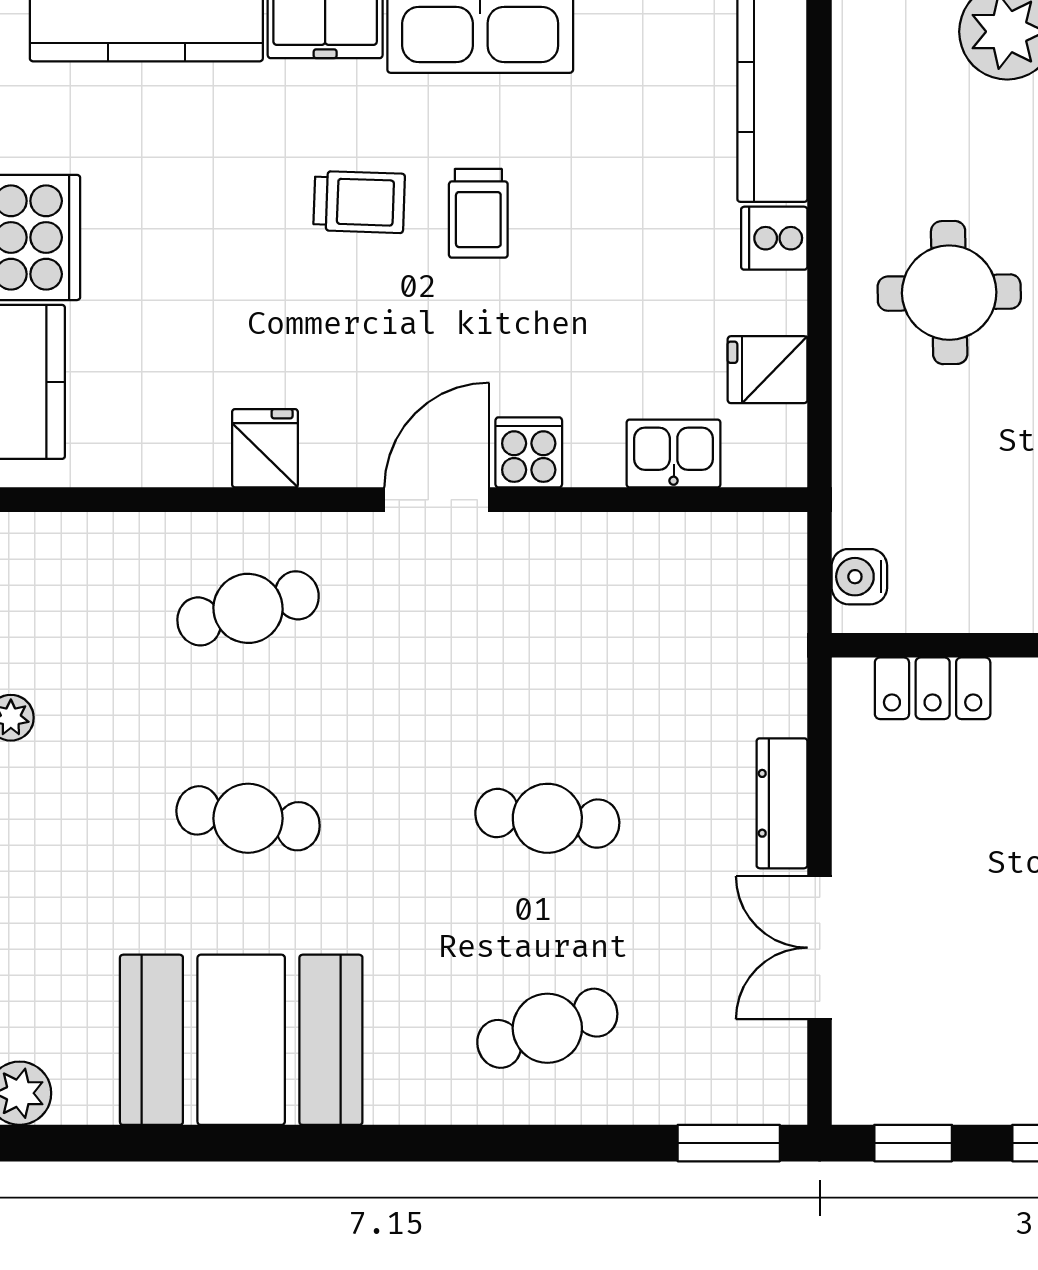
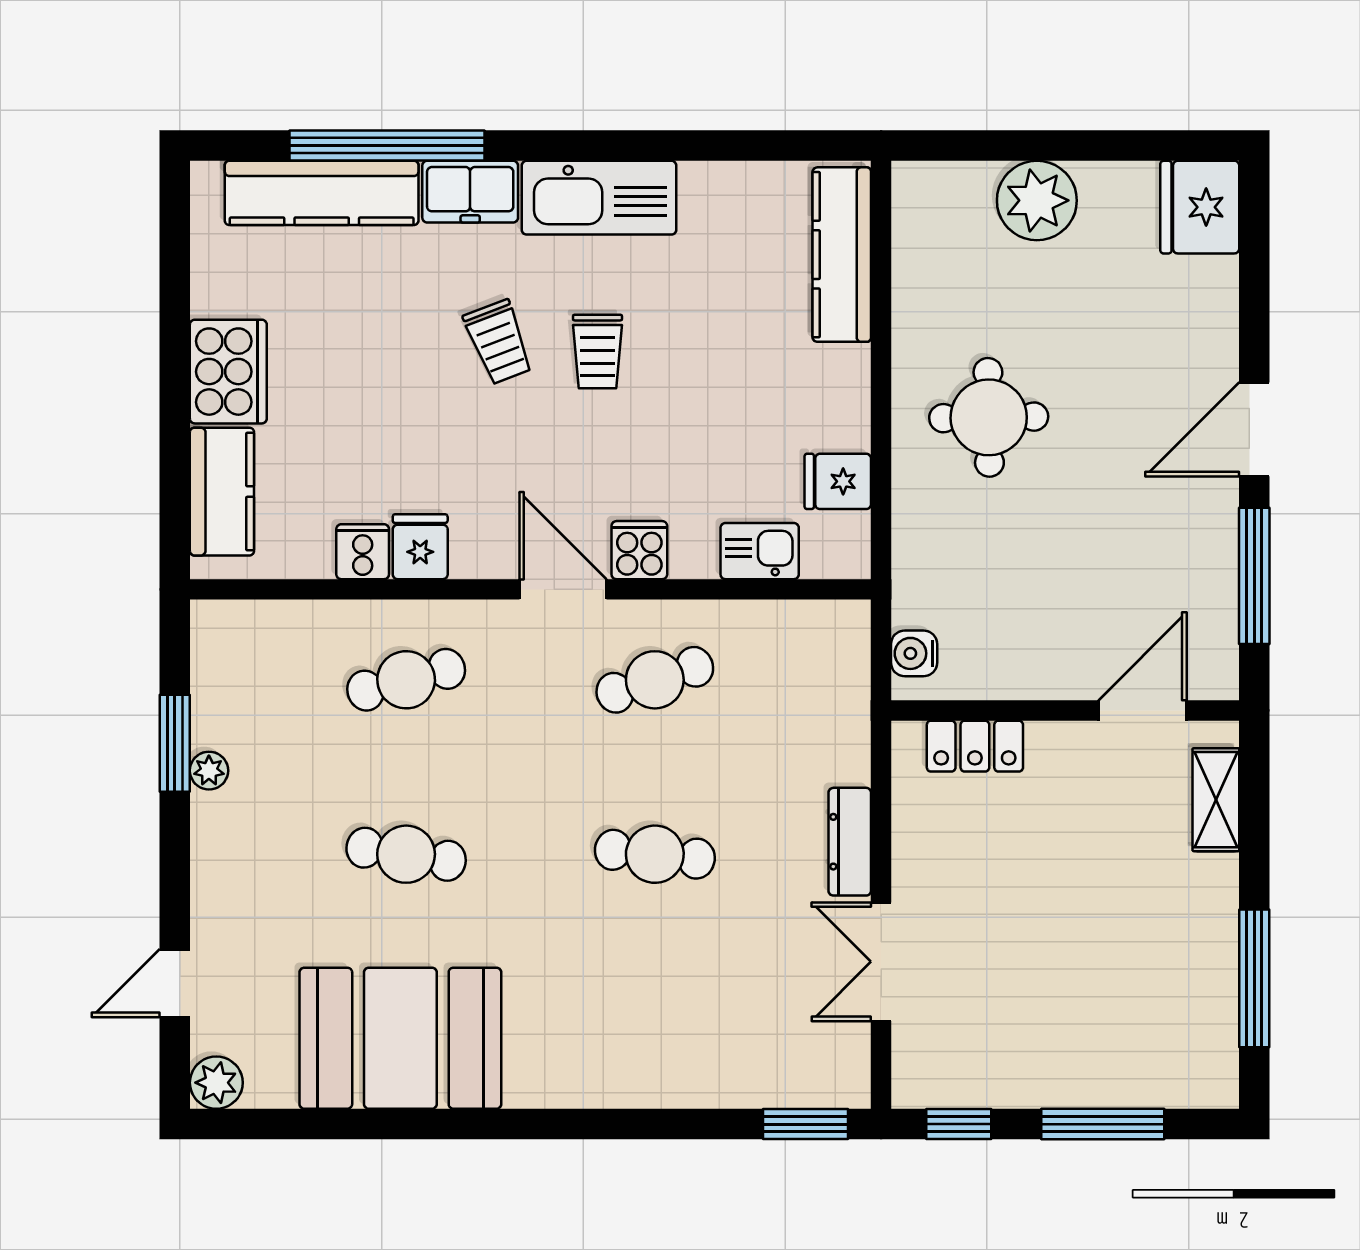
trolley: (359, 202) -> (498, 342), turned 67
cooker: (774, 238) -> (363, 552), moved, turned 90
door: (437, 500) -> (563, 589), hinge flipped
cafe table: (547, 1028) -> (655, 680), moved

